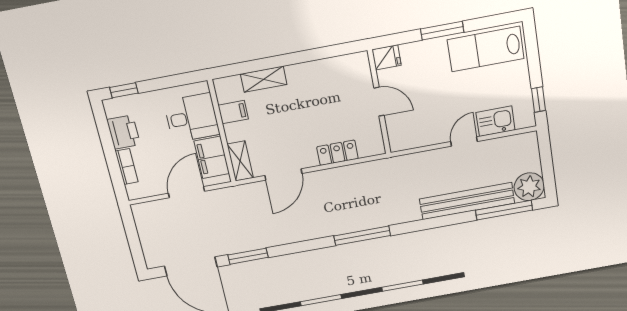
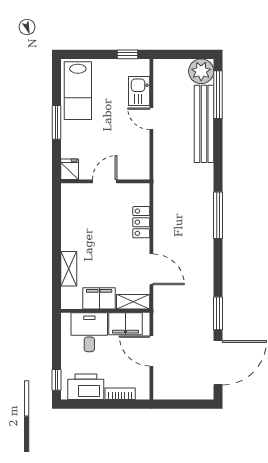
filing cabinet: (233, 112) -> (99, 298), width x2.00
printer: (124, 132) -> (86, 387), width x1.37, depth x1.19

